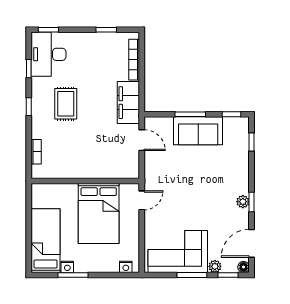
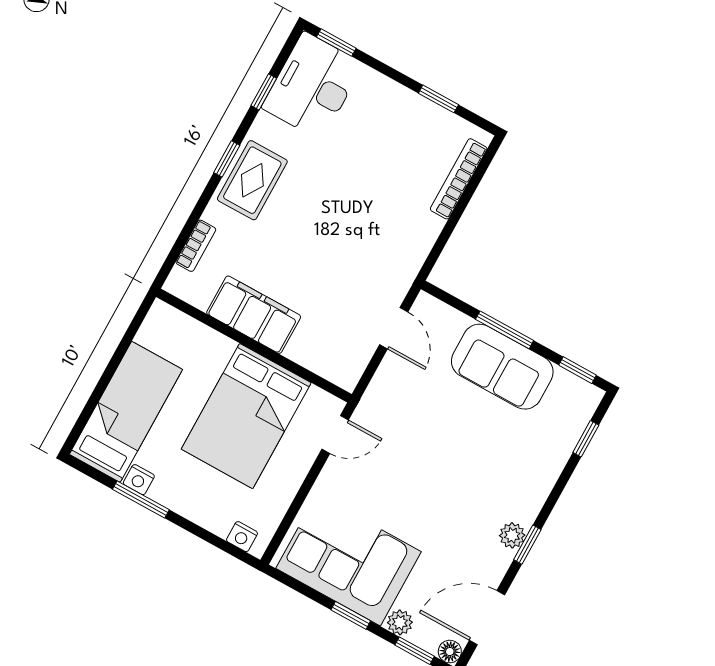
filing cabinet: (128, 103) -> (254, 315), moved, turned 90
rug: (66, 104) -> (252, 180), moved
window: (192, 275) -> (351, 615), width x0.67

